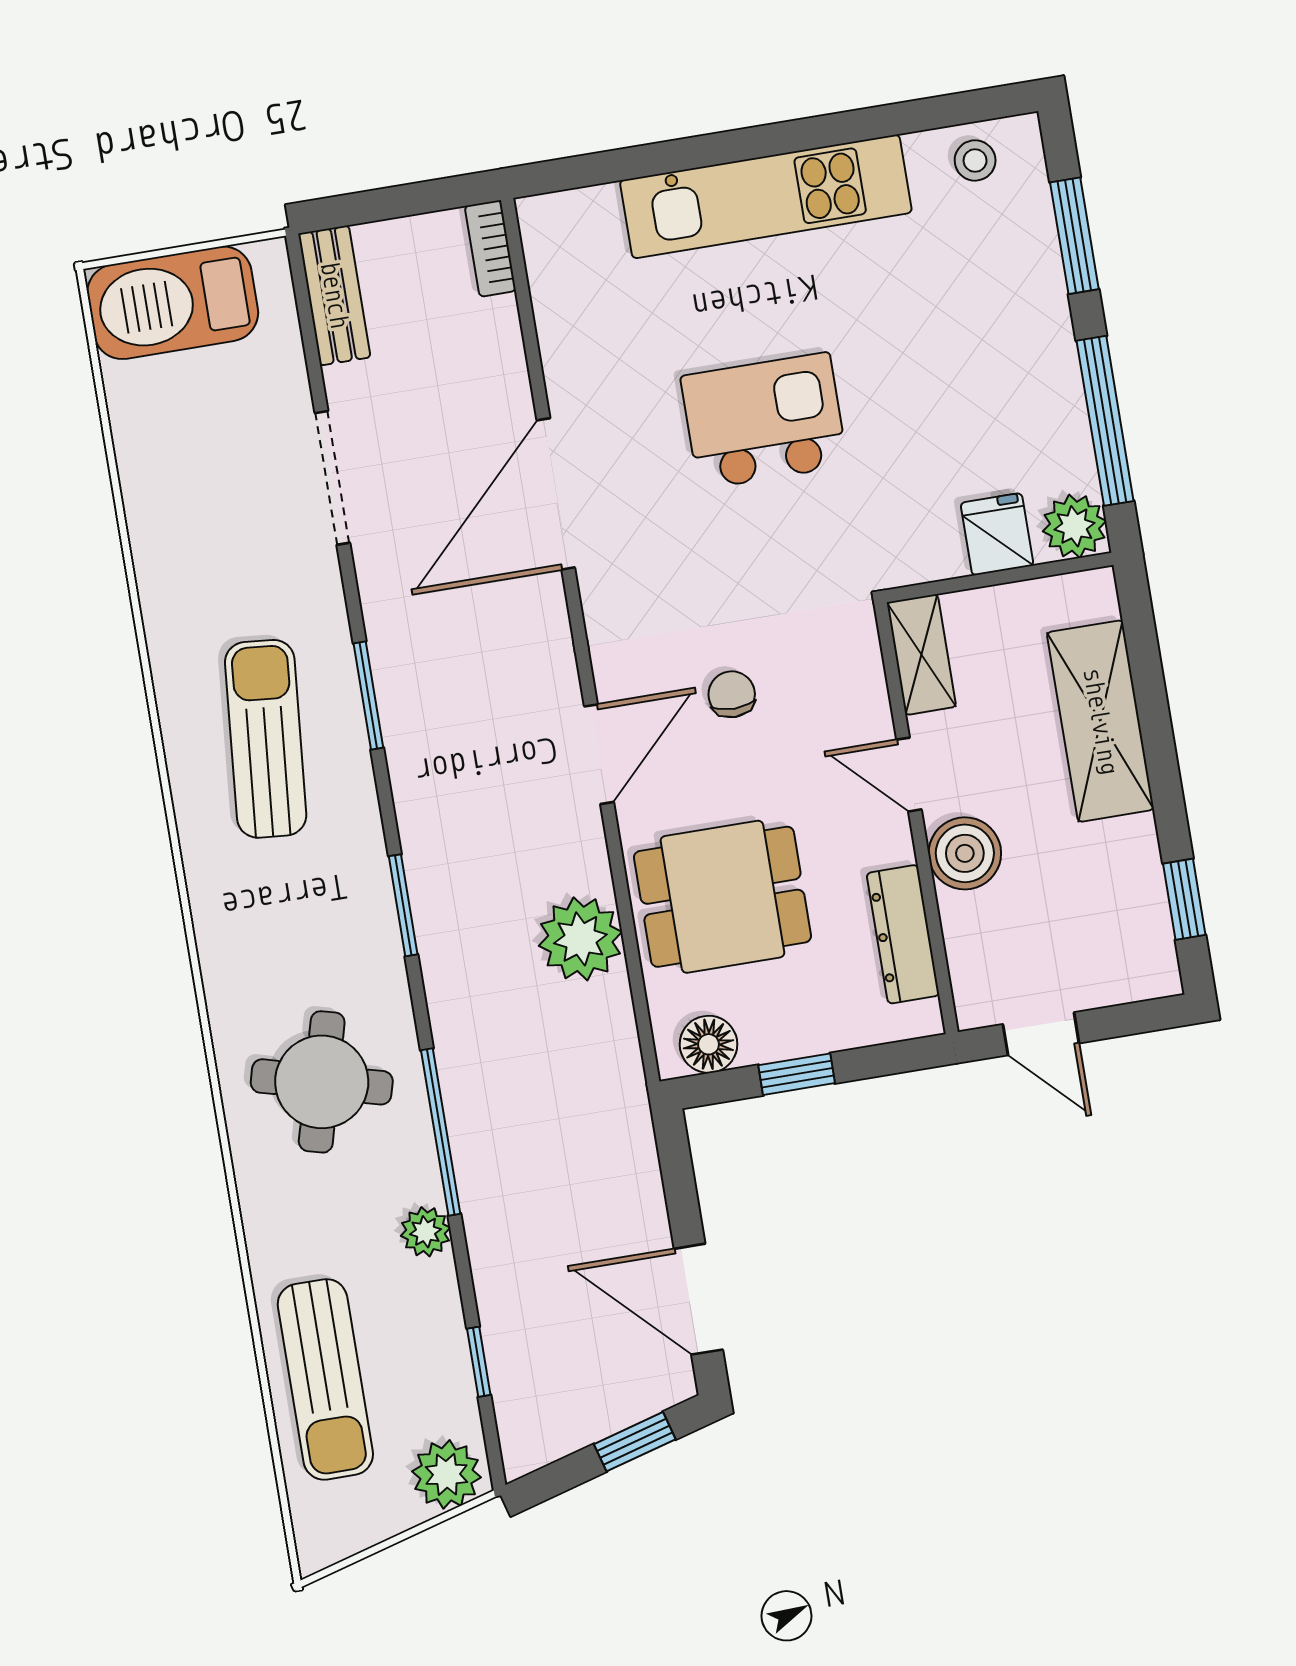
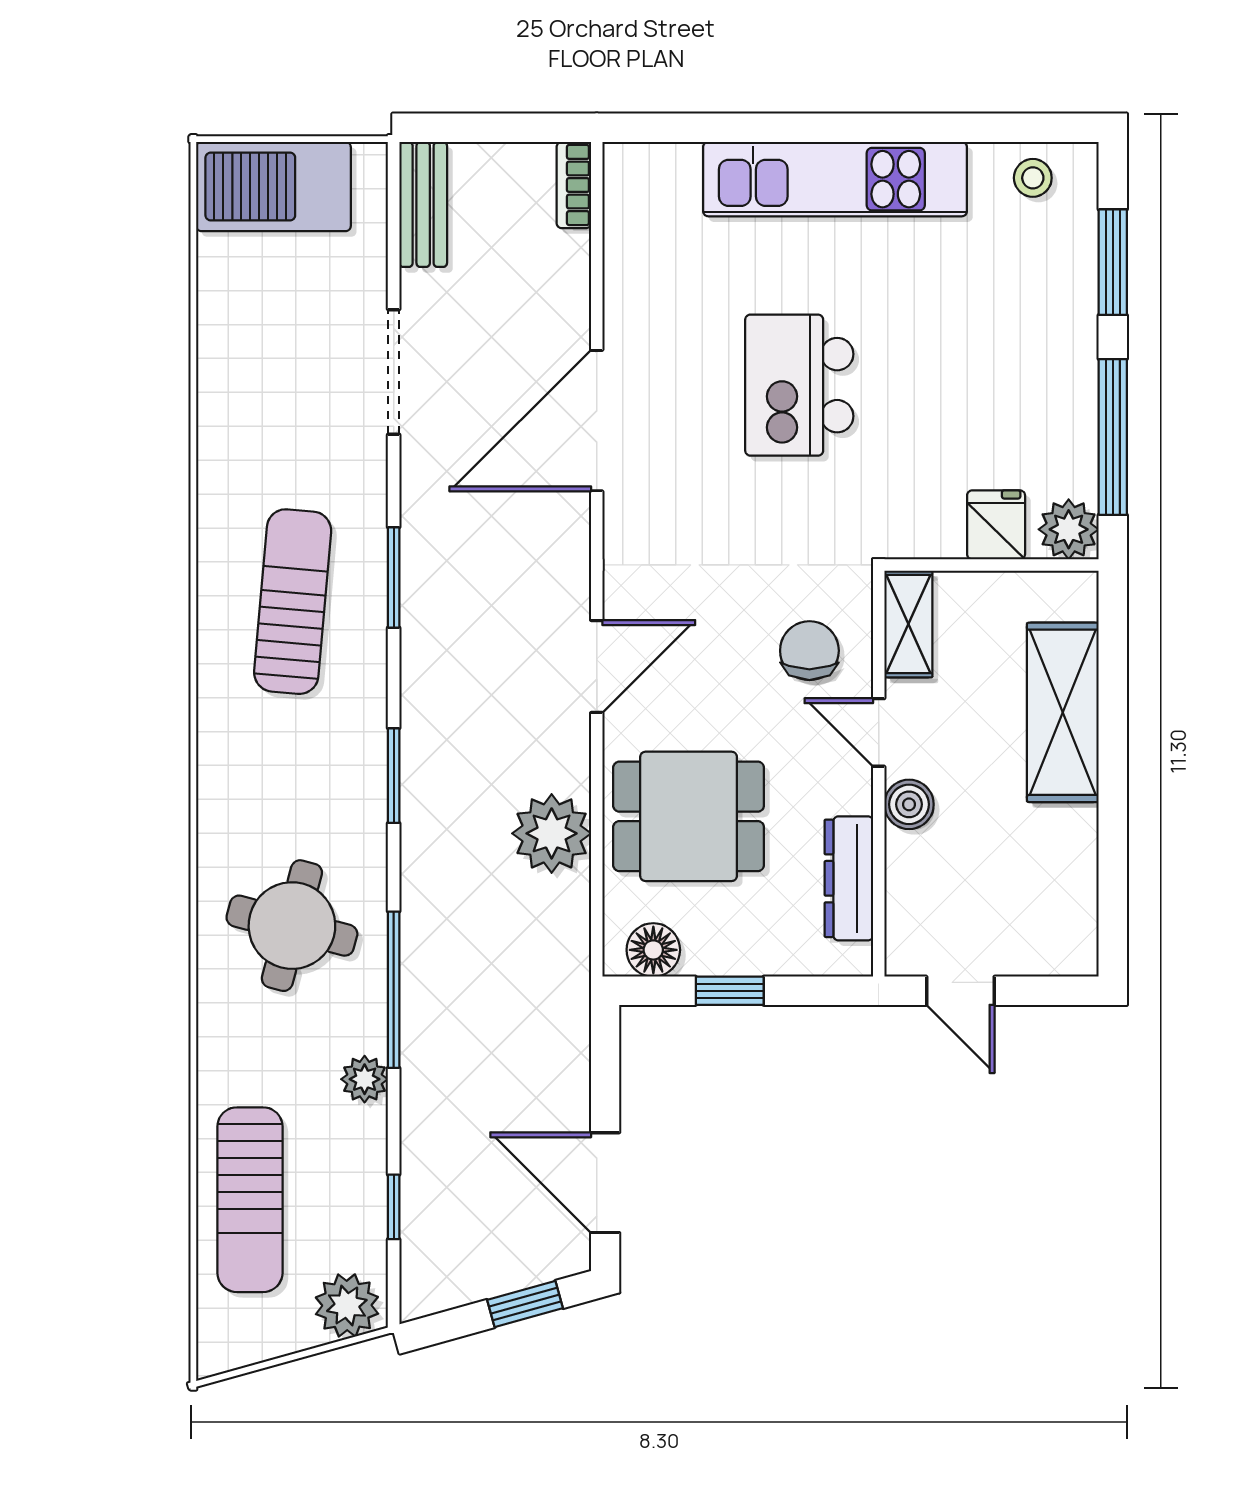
kitchen island: (764, 421) -> (799, 385), turned -90
chair: (732, 694) -> (809, 651), moved, width x1.37, depth x1.37
boiler: (965, 853) -> (909, 804), width x0.73, depth x0.73
window: (1184, 899) -> (1113, 889), removed

